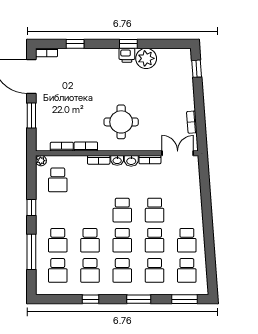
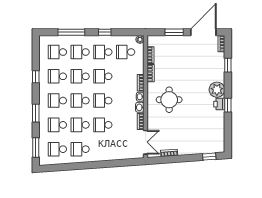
plant: (146, 58) -> (217, 90), moved
school desk: (58, 210) -> (103, 52), added
school desk: (90, 210) -> (103, 76), added

